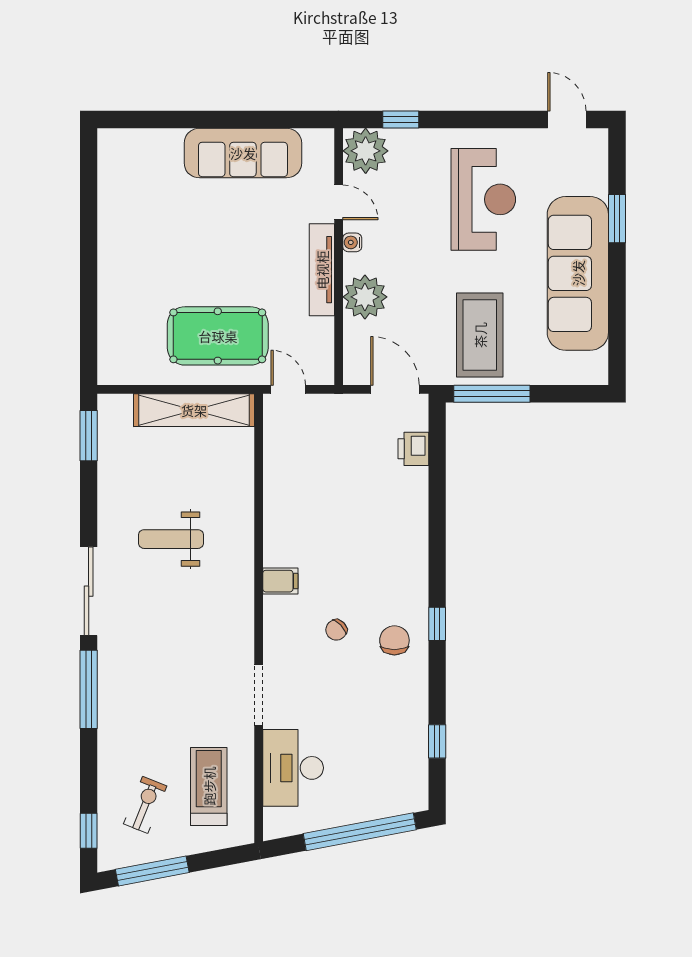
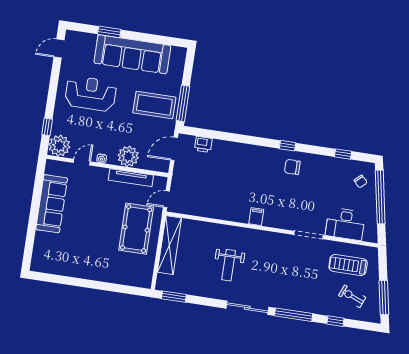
tv unit: (322, 270) -> (131, 178), moved
chair: (336, 630) -> (361, 181), moved
window: (89, 831) -> (335, 321), moved

